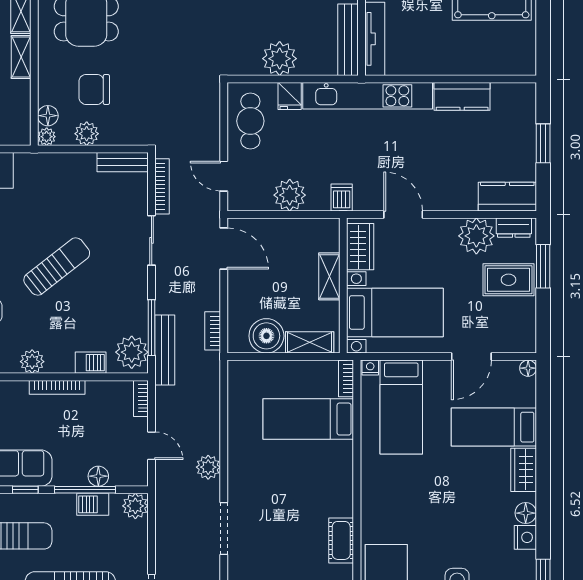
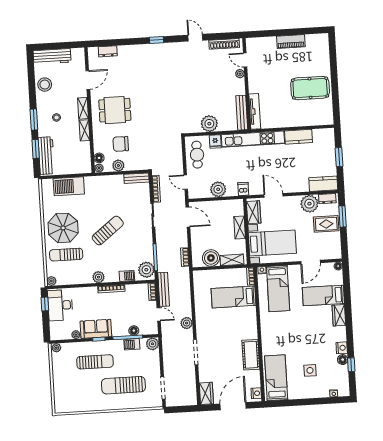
bench: (165, 350) -> (164, 289), moved
floor lamp: (526, 513) -> (343, 360), moved
cot: (341, 540) -> (251, 355), width x1.37, depth x1.34

